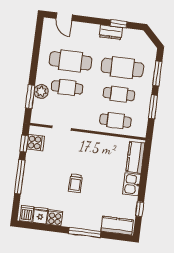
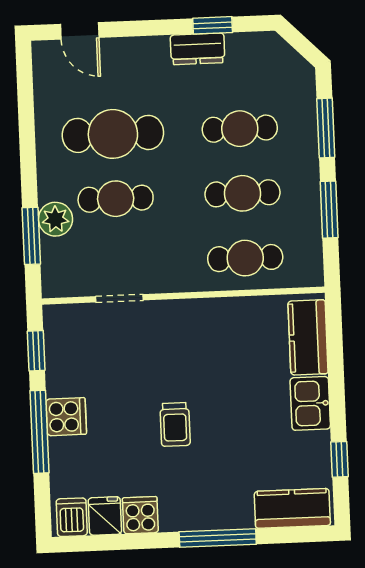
cafe table: (122, 68) -> (240, 129), width x0.73, depth x0.74
cooker: (36, 143) -> (66, 417), moved

